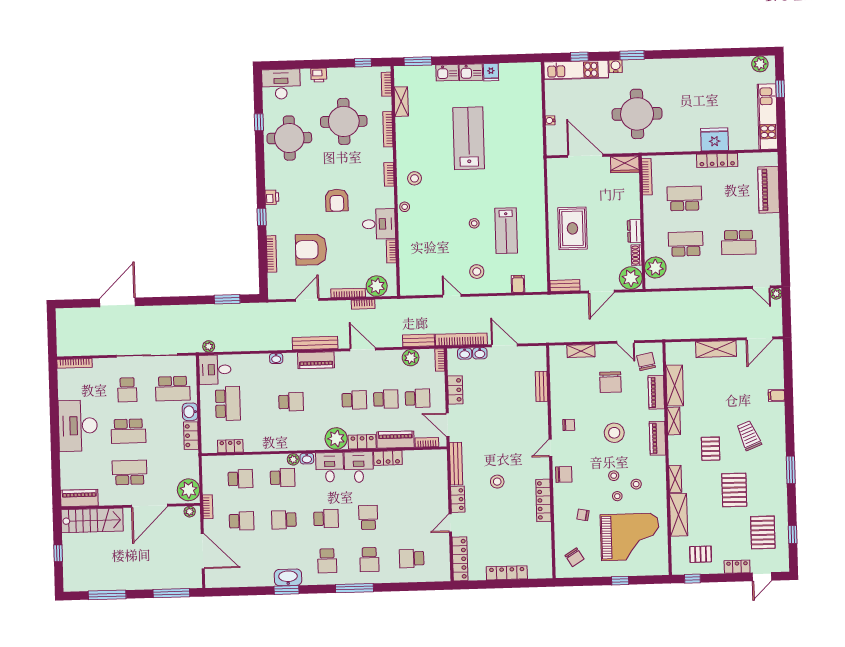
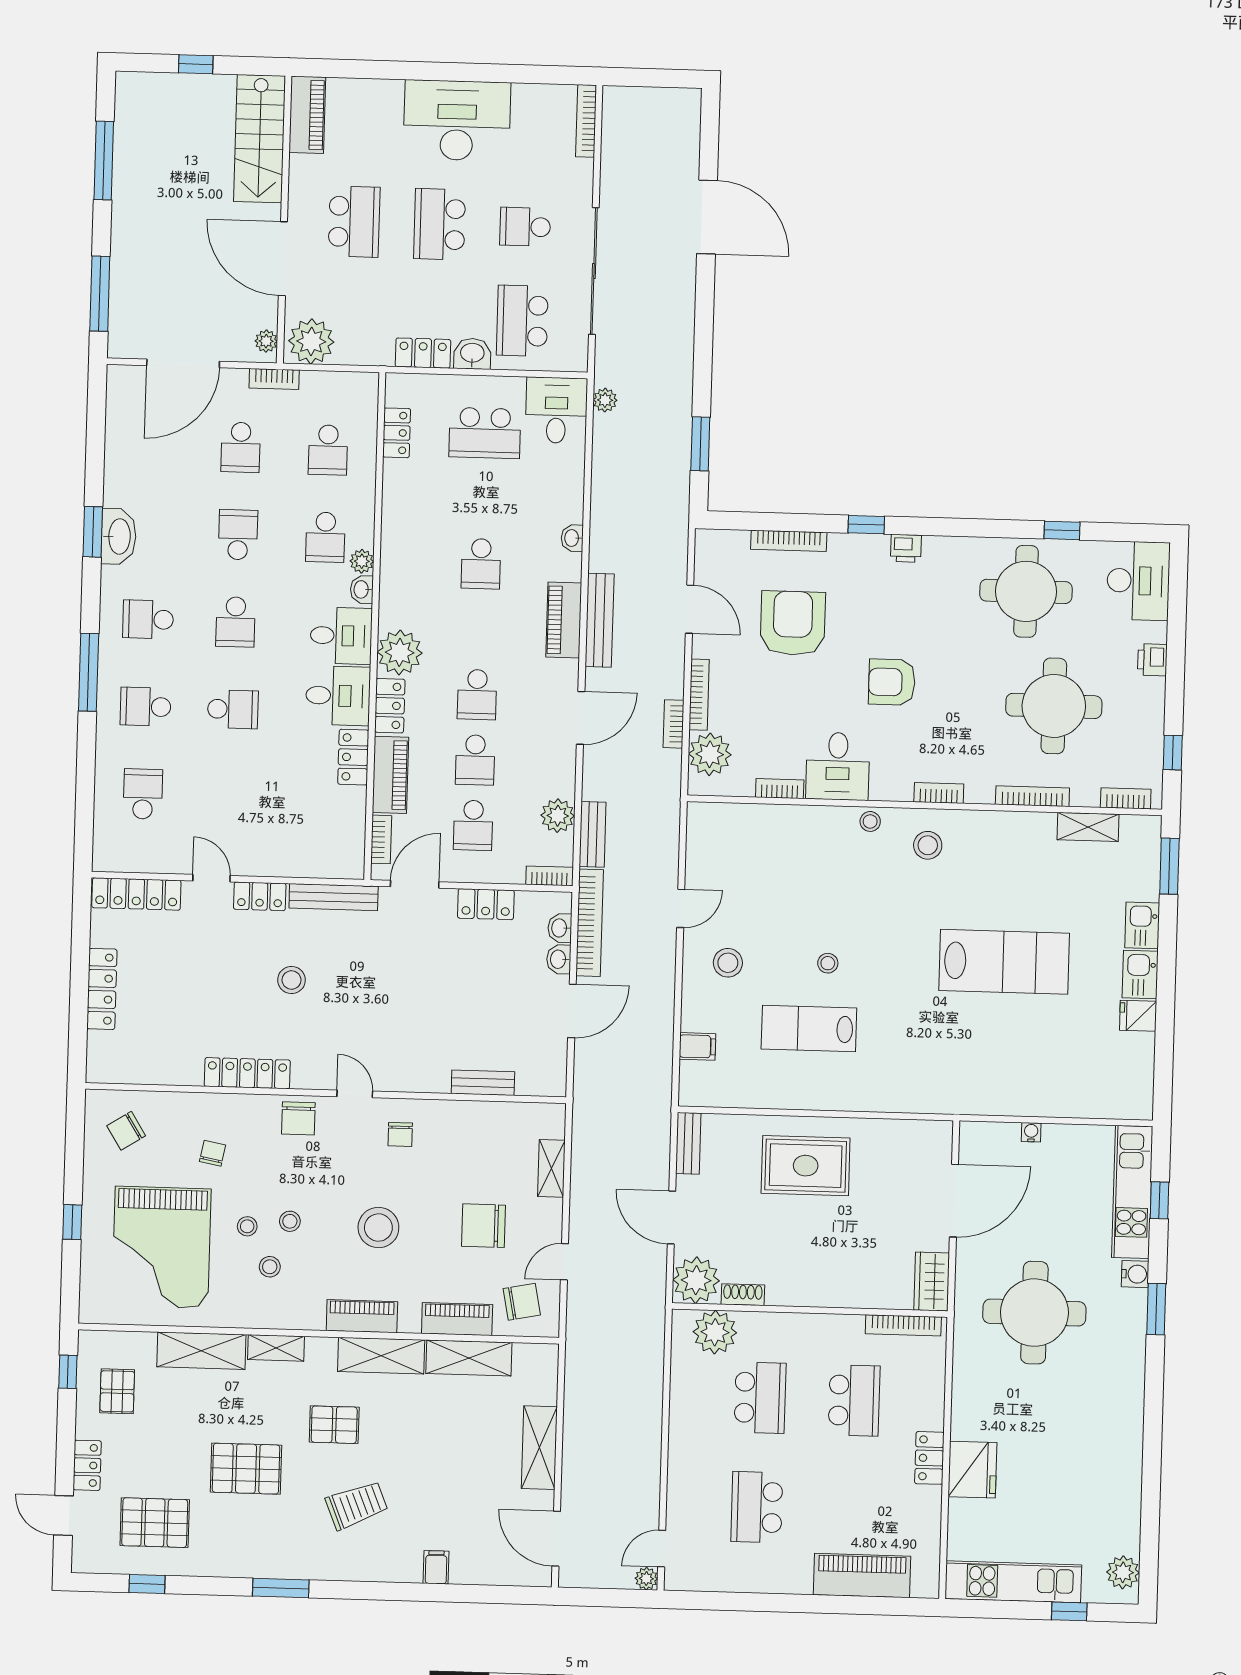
locker: (717, 160) -> (929, 1458), width x0.66
dresser: (634, 231) -> (792, 1293), removed
shelving: (674, 421) -> (381, 1356), width x1.50, depth x1.33

